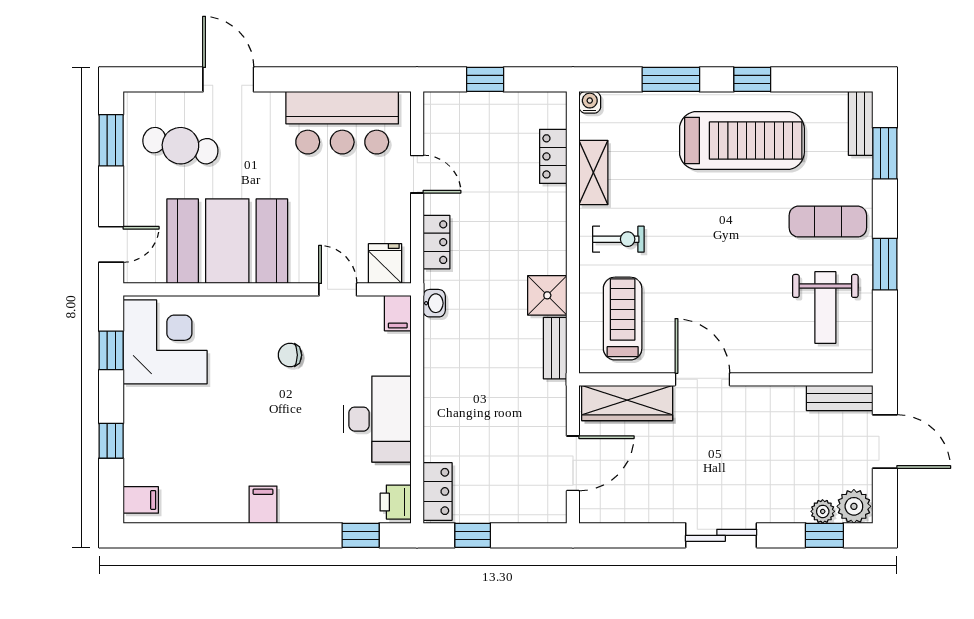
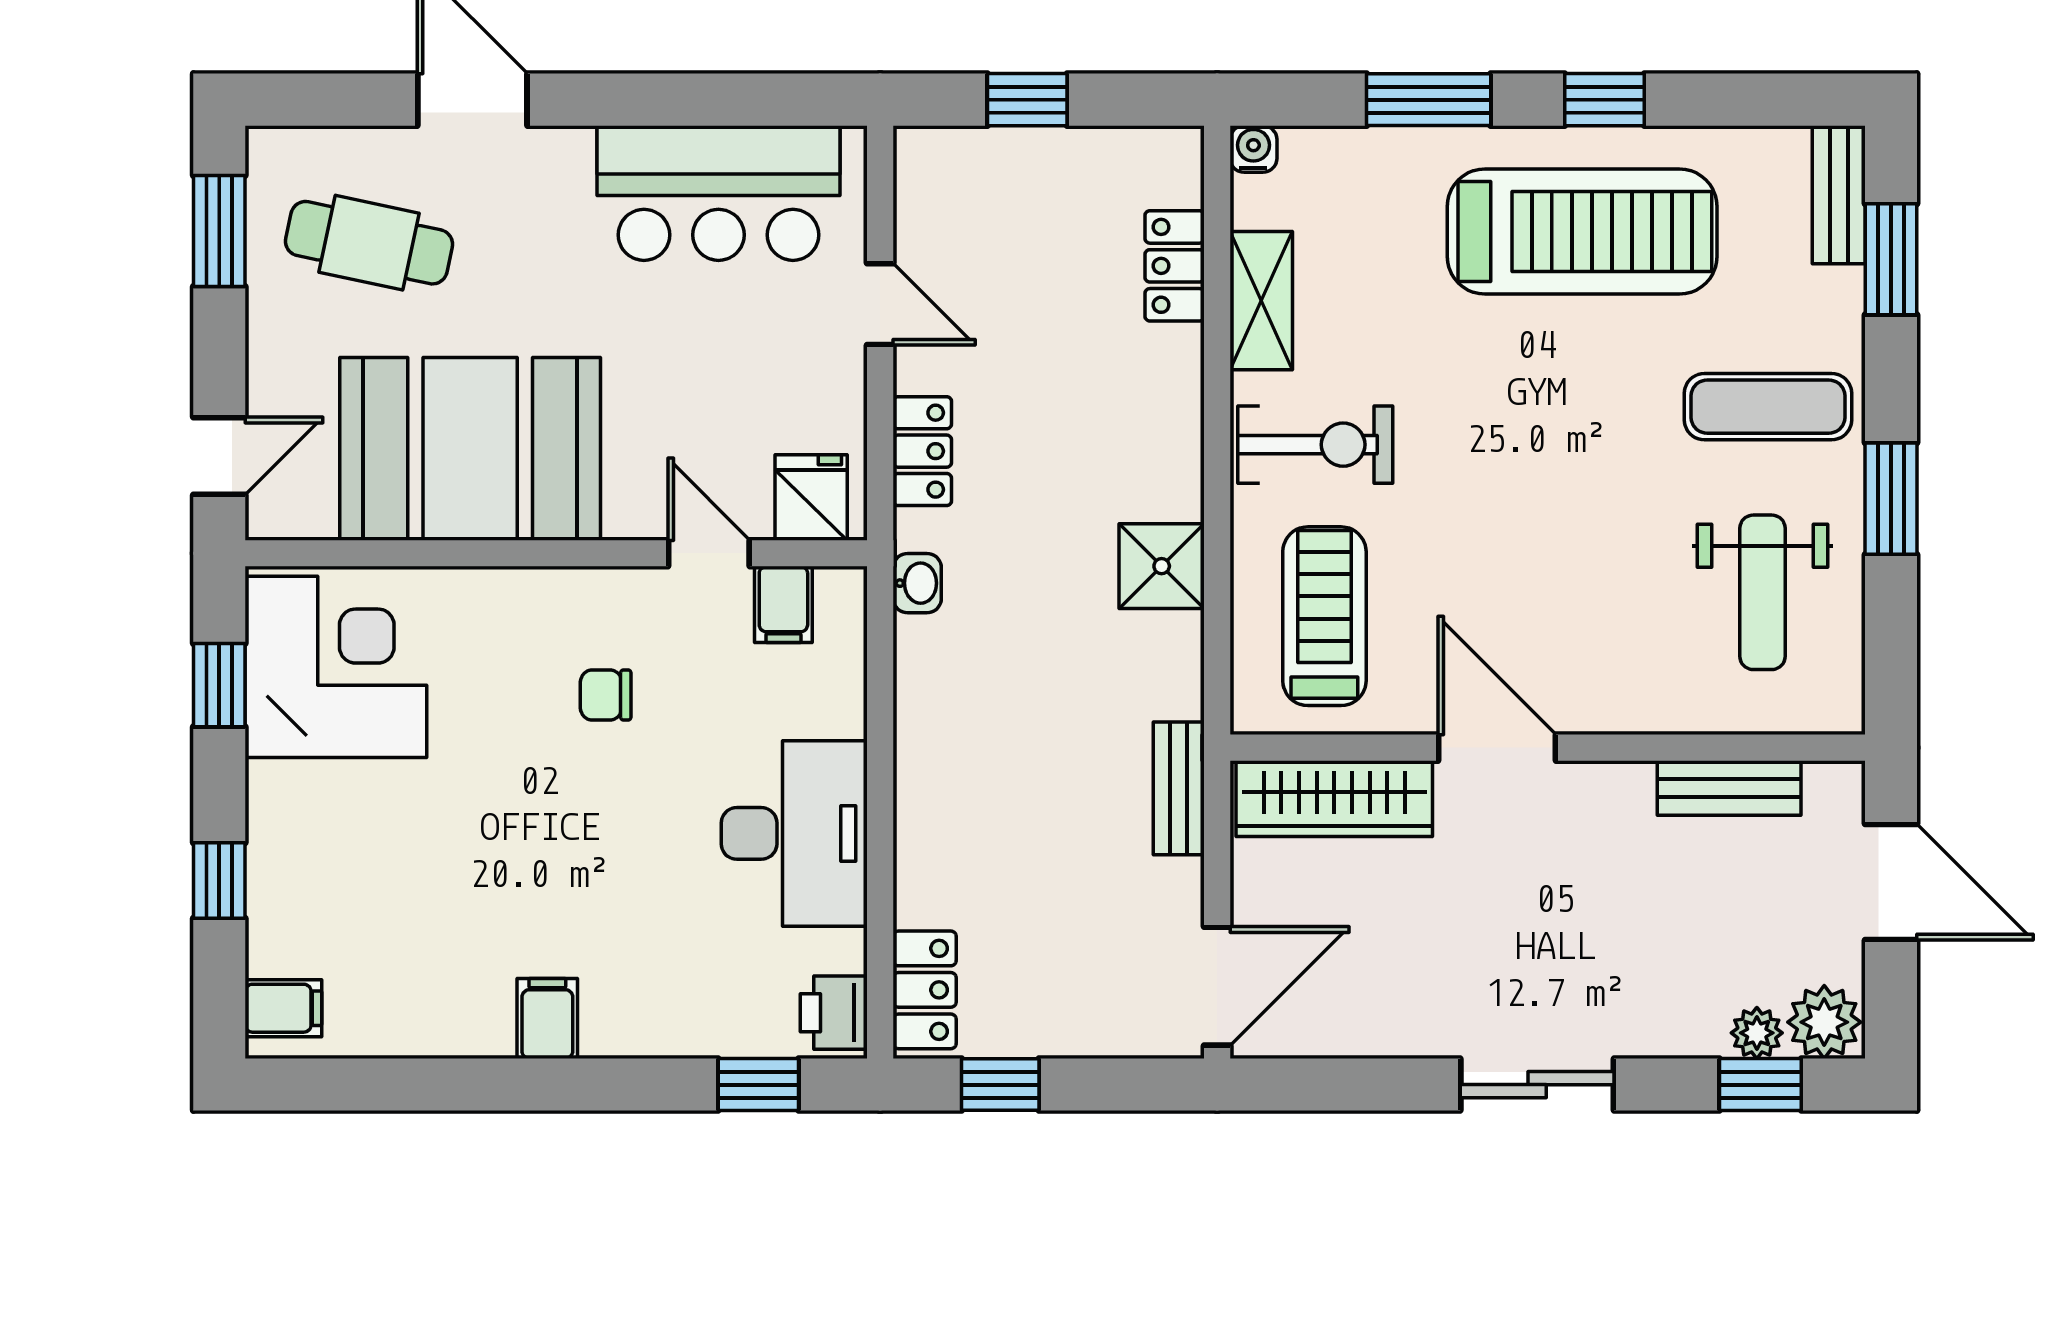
exercise bike: (618, 239) -> (1315, 445), width x1.38, depth x1.39
filing cabinet: (398, 313) -> (783, 604), moved
bench: (555, 348) -> (1179, 788), moved
bench: (840, 398) -> (1729, 788), moved
door: (573, 463) -> (1217, 986), moved

